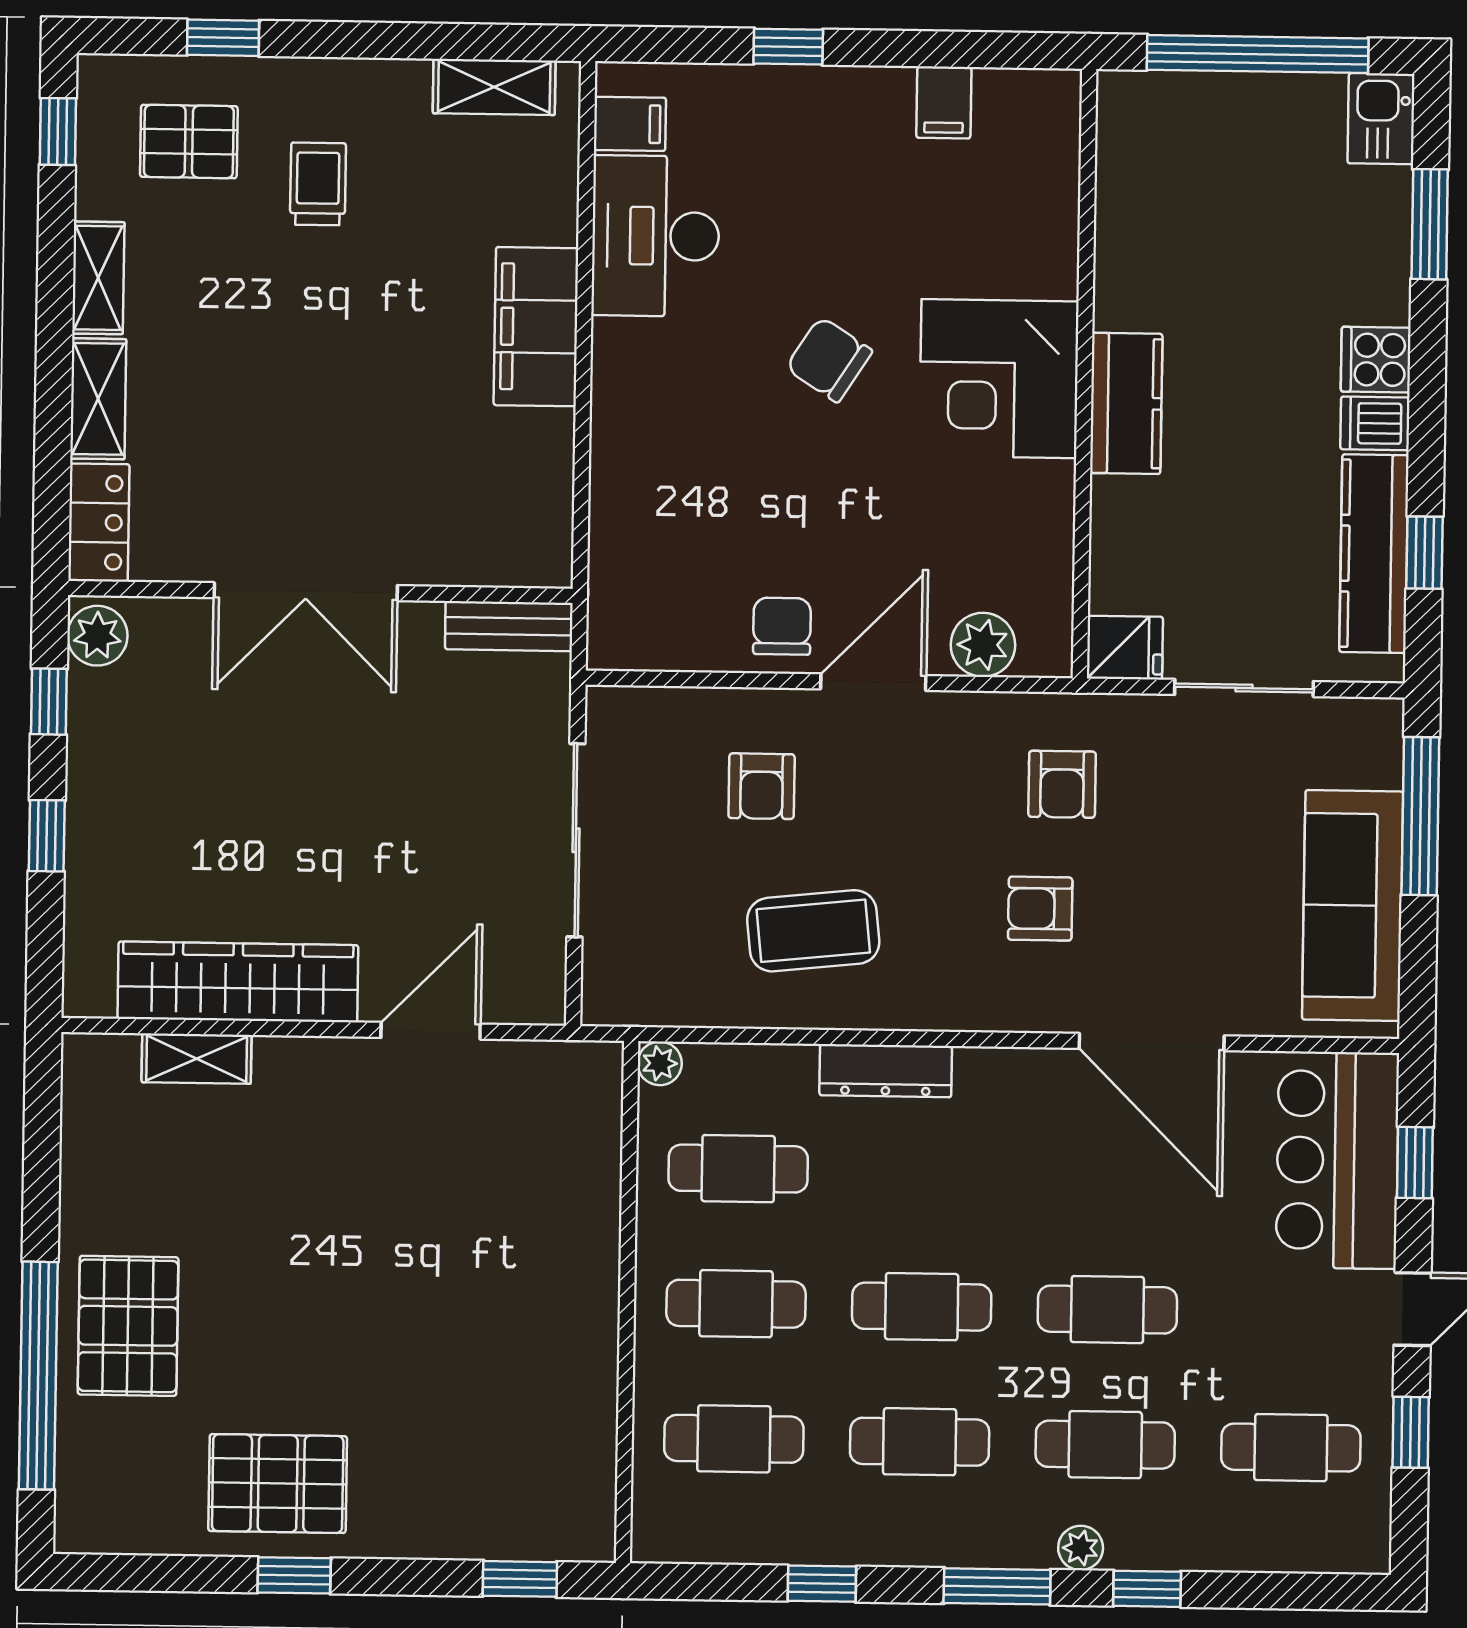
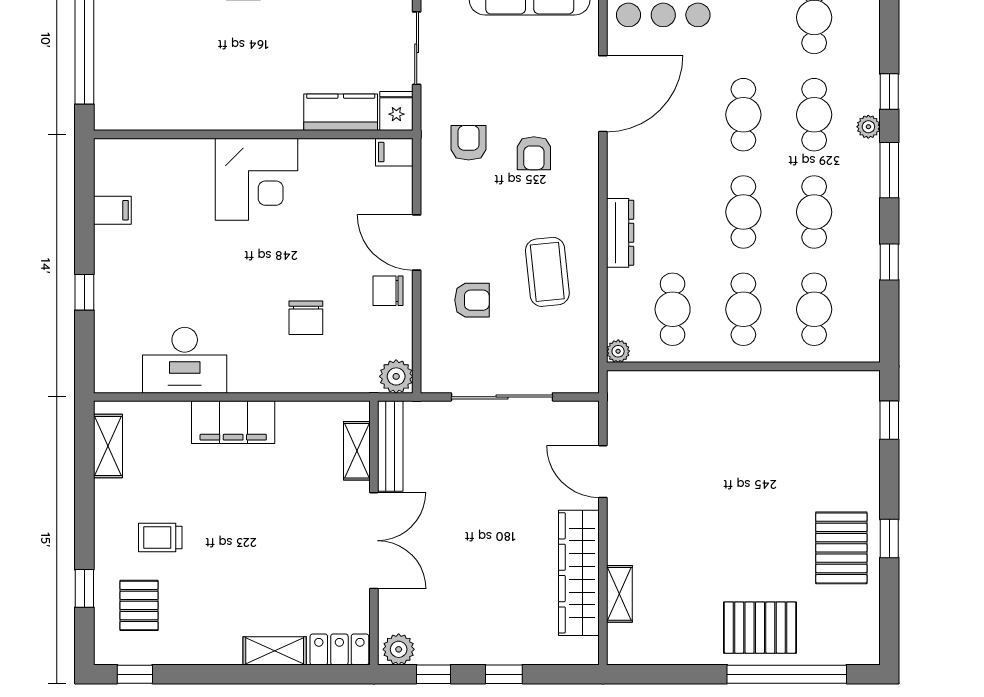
filing cabinet: (630, 124) -> (394, 152), moved, turned -90
shelving: (98, 278) -> (357, 451), moved, turned 90
chair: (829, 360) -> (306, 318), moved, turned -33
kitchen counter: (1126, 403) -> (341, 112), moved
bench: (509, 626) -> (390, 446), width x1.36
plant: (983, 645) -> (396, 376), moved
armchair: (1062, 784) -> (469, 143), turned -90

